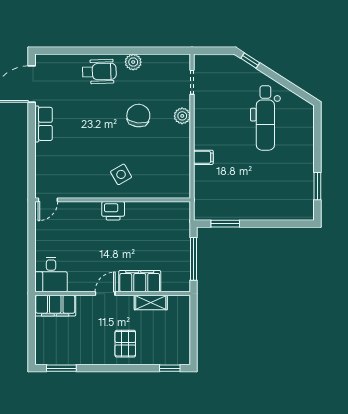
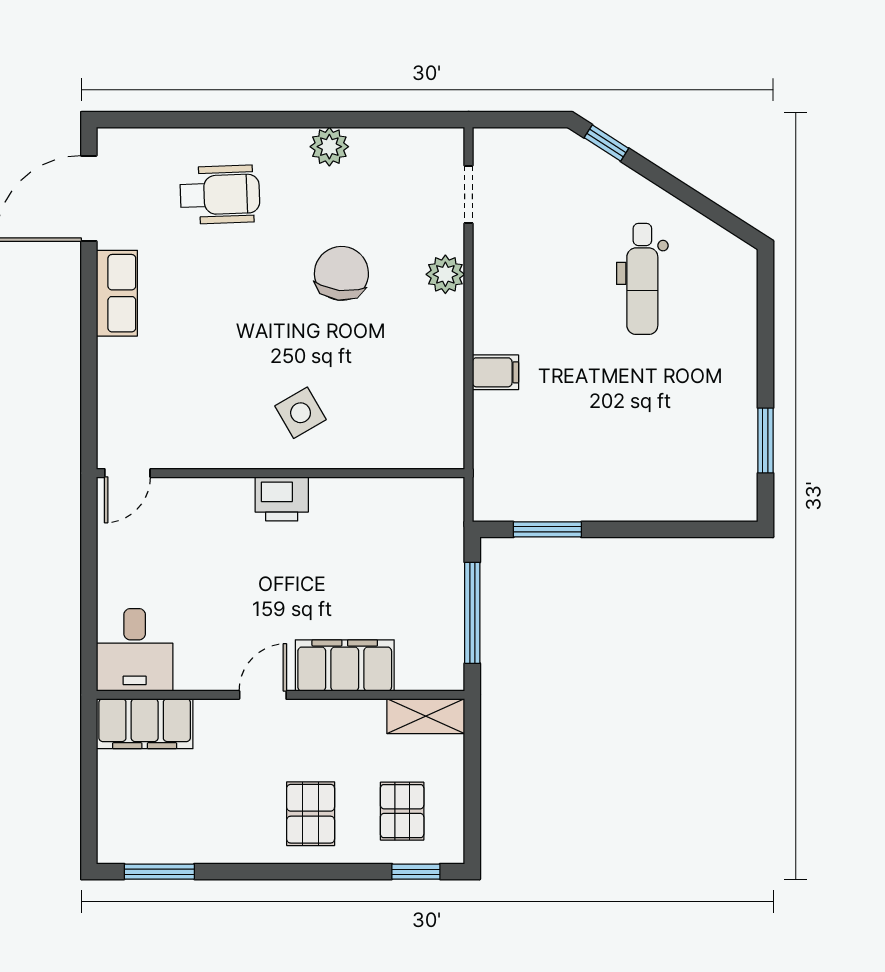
wheelchair: (99, 72) -> (220, 195), moved
dental chair: (265, 118) -> (642, 279), width x0.73, depth x0.72
shelving: (151, 302) -> (426, 716), moved
pallet: (164, 343) -> (402, 811), added

